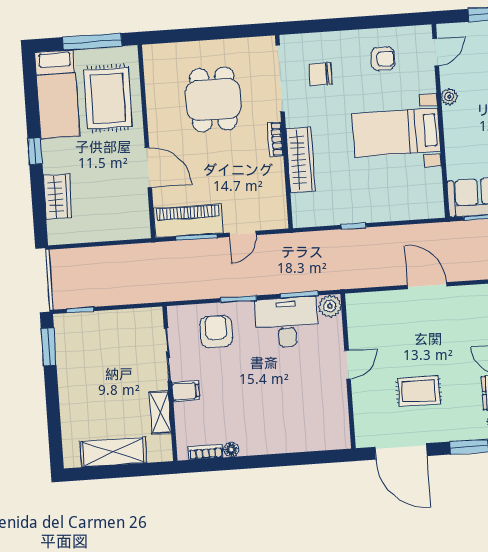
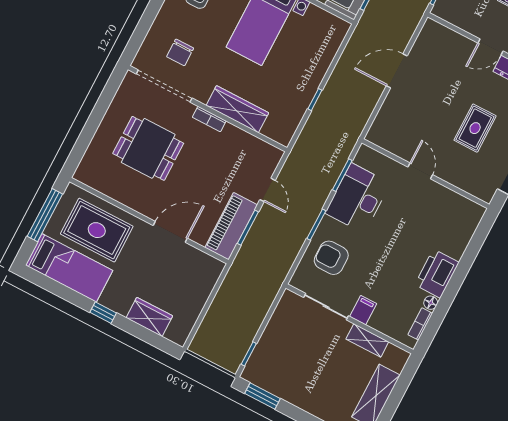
plant: (330, 306) -> (366, 157), removed
printer: (262, 439) -> (437, 274), added

